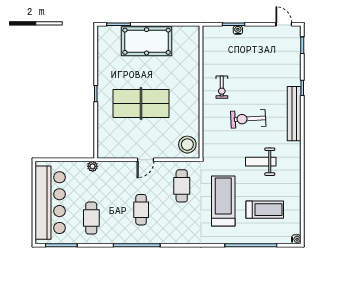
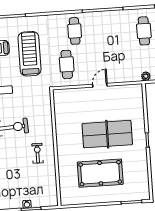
pool table: (147, 41) -> (100, 173), moved
stool: (187, 145) -> (64, 101), removed
treadmill: (223, 201) -> (29, 54), turned 180
cafe table: (141, 210) -> (75, 31), moved

